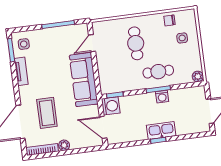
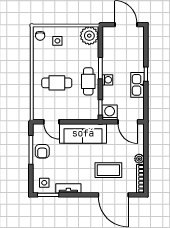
chair: (170, 20) -> (40, 36), moved
armchair: (58, 37) -> (42, 151), added
cafe table: (158, 72) -> (88, 81), moved
plant: (198, 76) -> (89, 36), width x1.87, depth x1.87
washing machine: (162, 97) -> (107, 80), moved
door: (103, 127) -> (128, 122), hinge flipped
kitchen sink: (161, 131) -> (137, 85), moved

